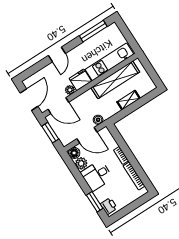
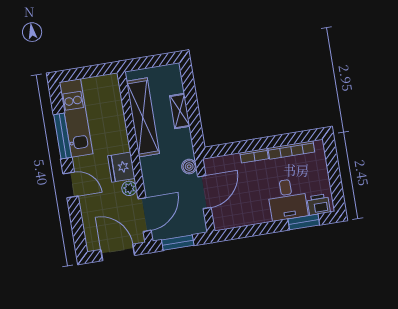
window: (93, 31) -> (63, 136), moved
kitchen unit: (109, 62) -> (76, 118), moved, turned 180
floor lamp: (74, 153) -> (222, 221), removed
plant: (81, 163) -> (241, 217), removed
desk: (97, 175) -> (287, 199), moved

